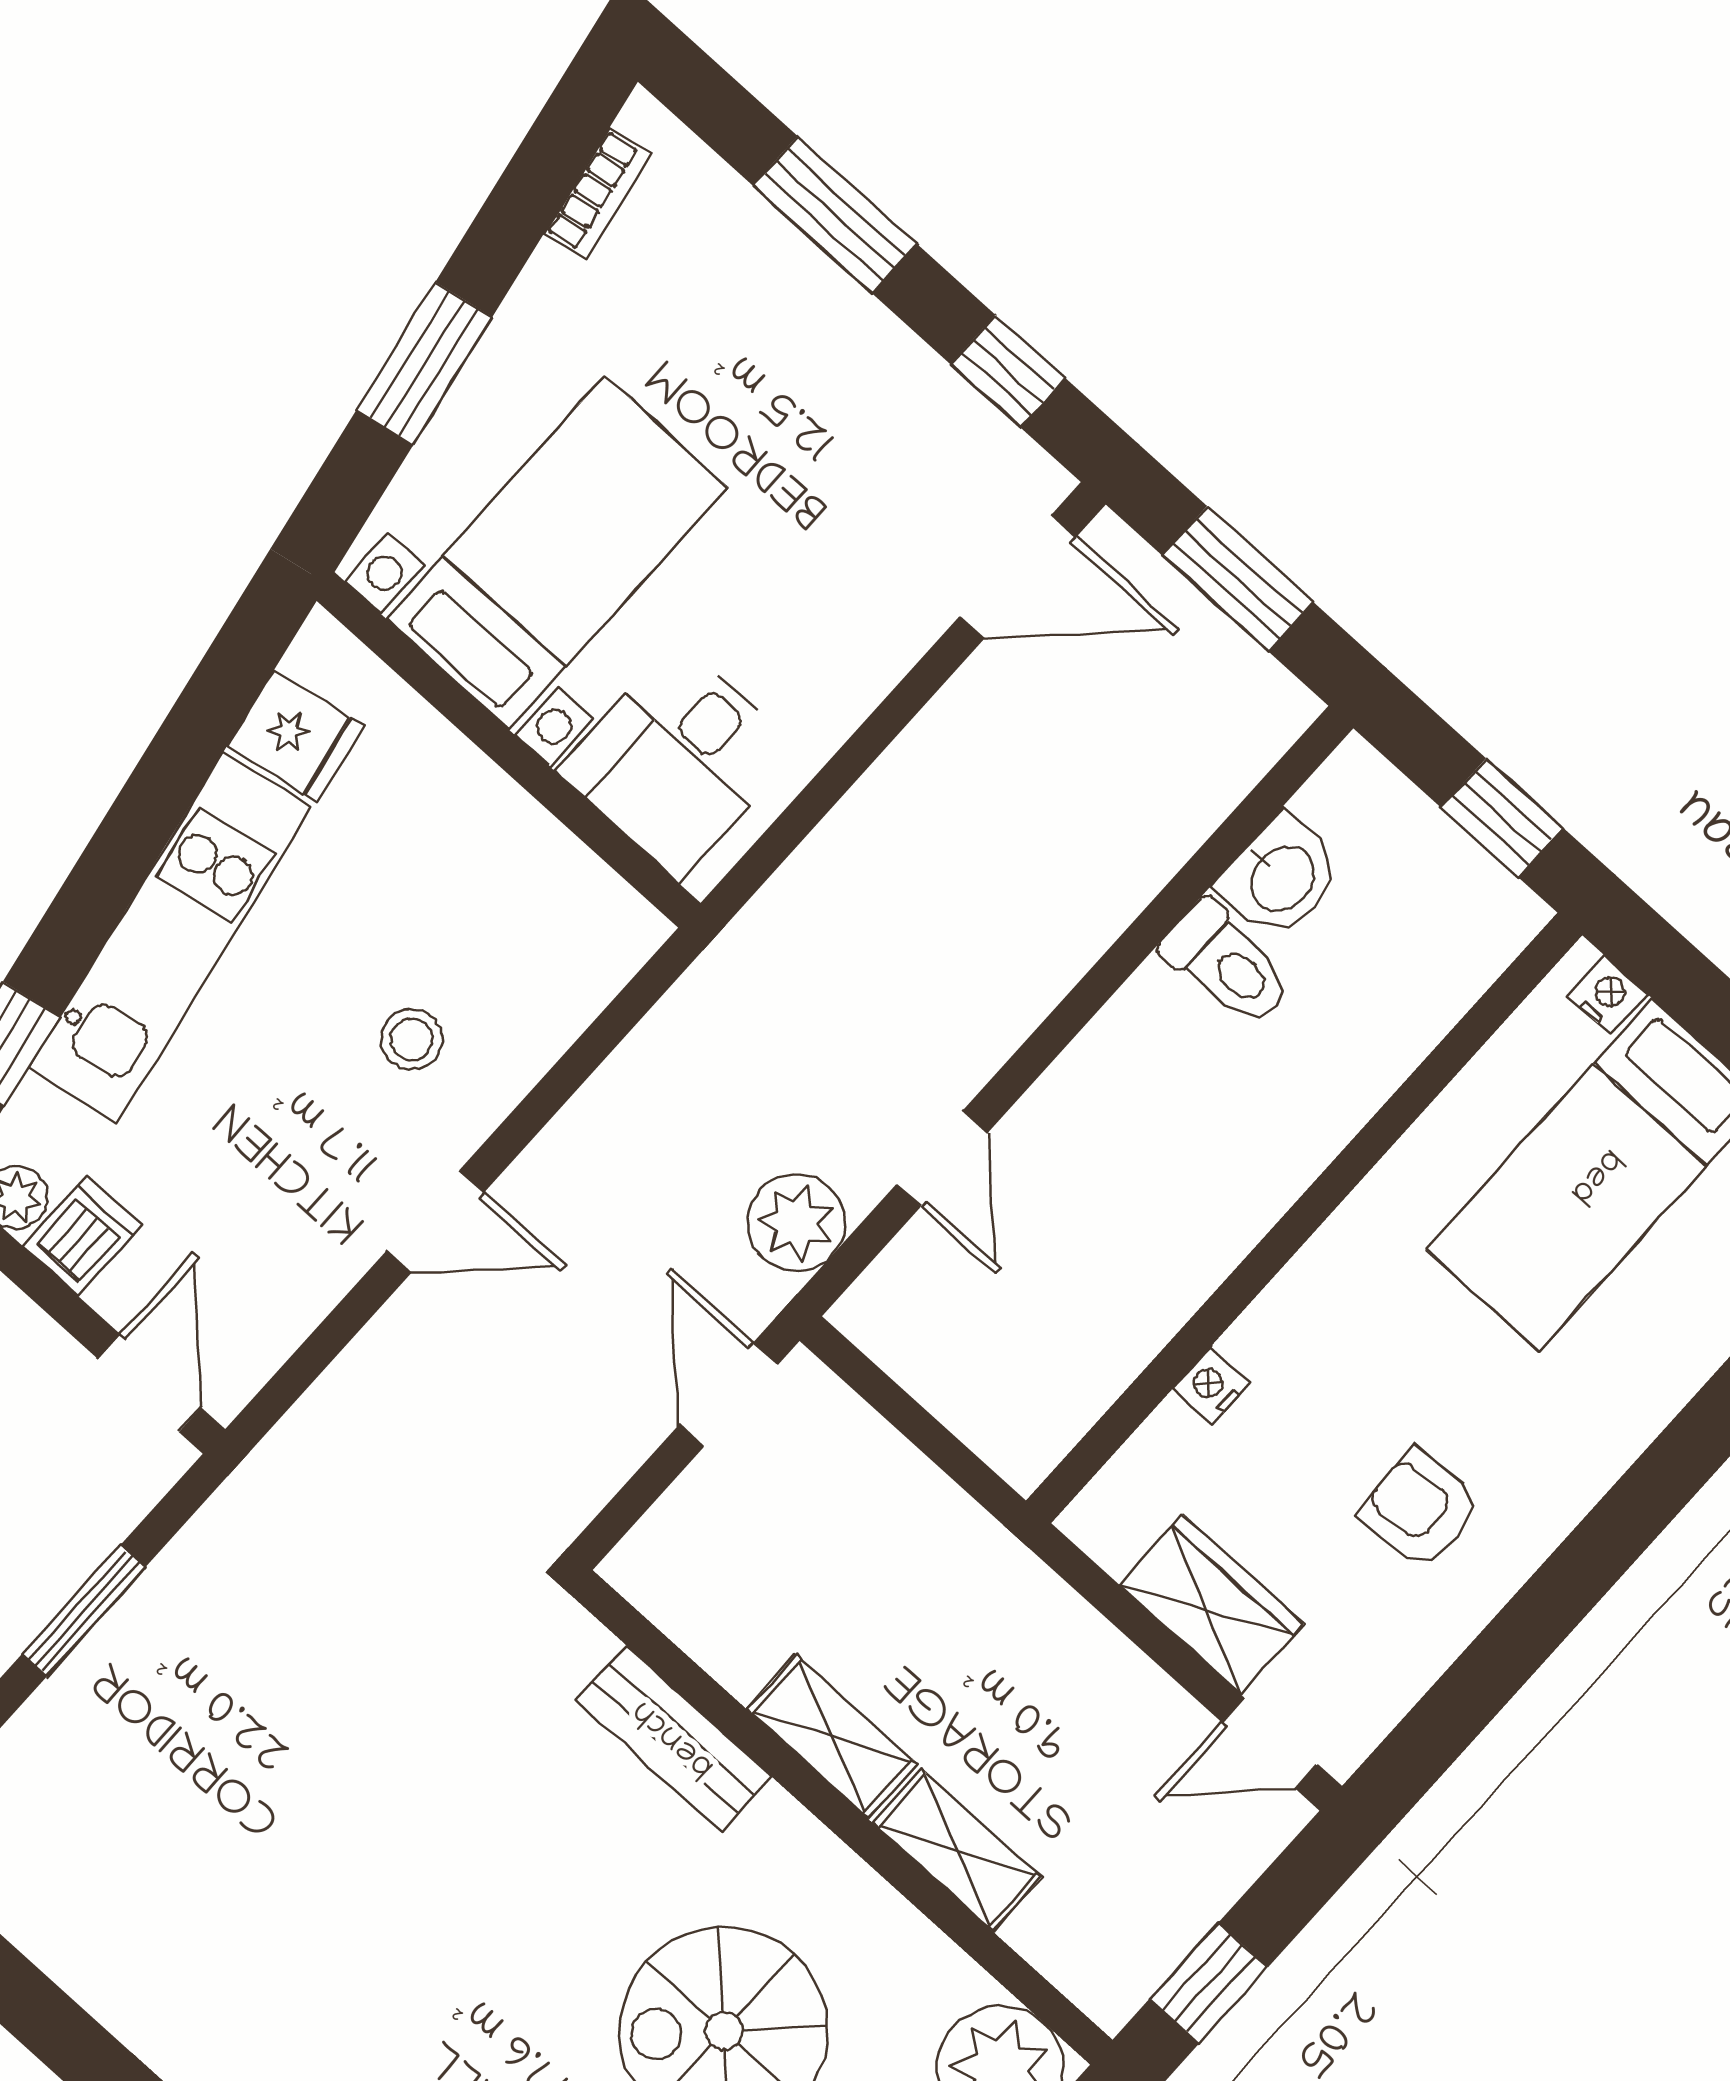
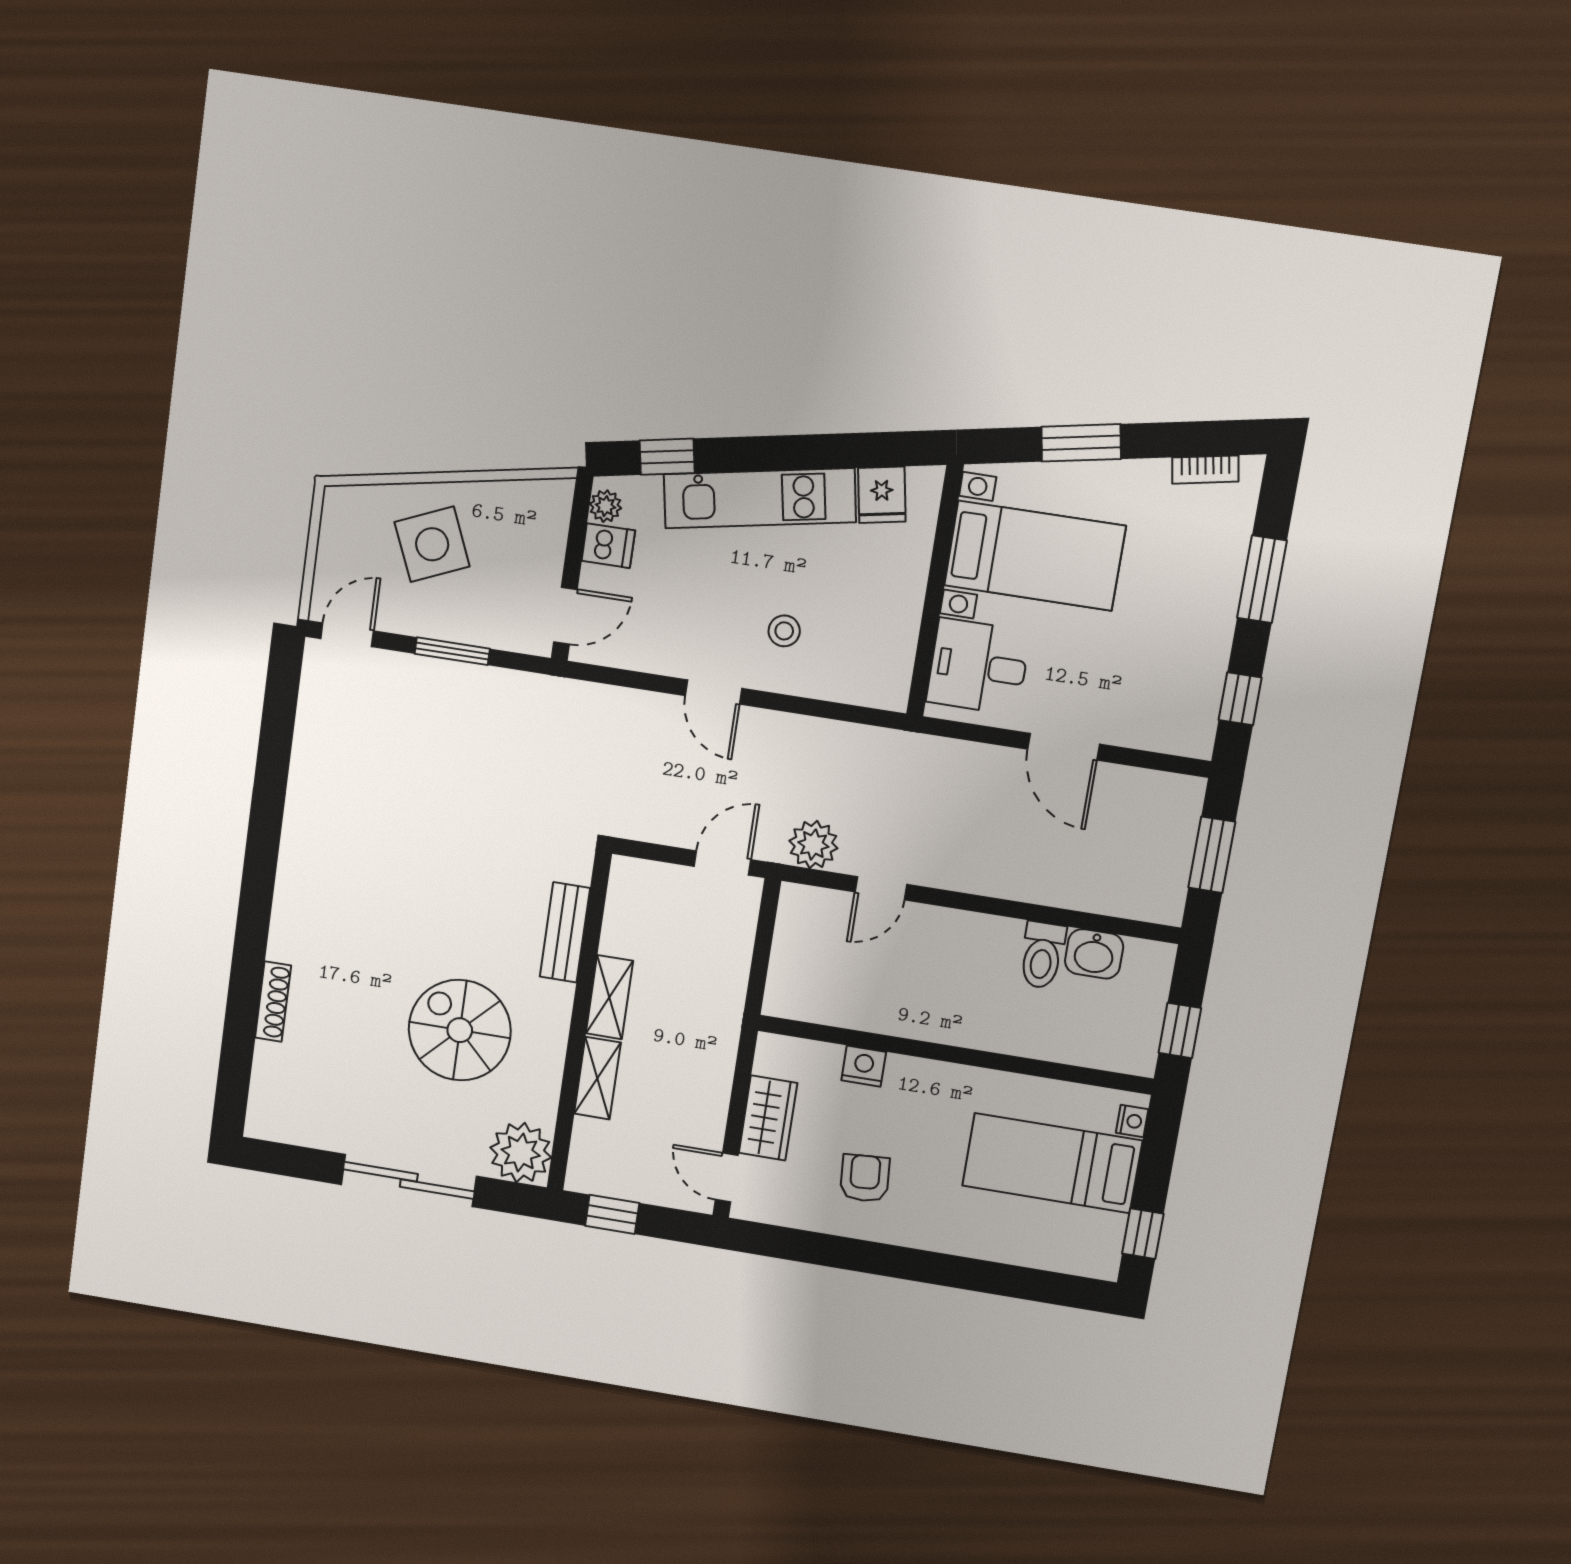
door: (1018, 577) -> (1063, 747), moved
nightstand: (1211, 1386) -> (864, 1066), width x1.39, depth x1.35

